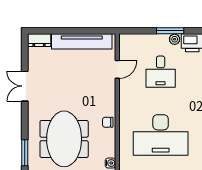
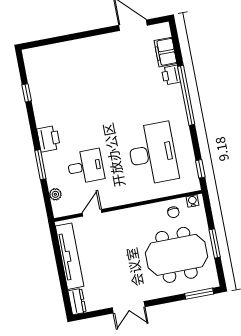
plant: (175, 39) -> (55, 194), moved
door: (117, 69) -> (92, 213), hinge flipped
chair: (108, 122) -> (173, 212), moved

